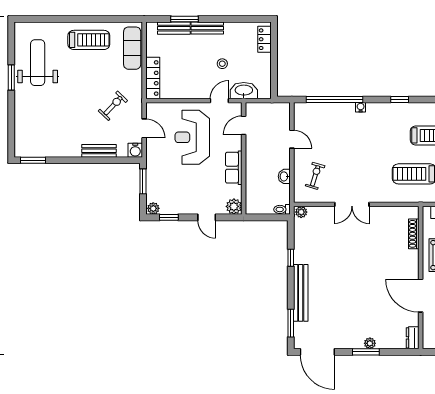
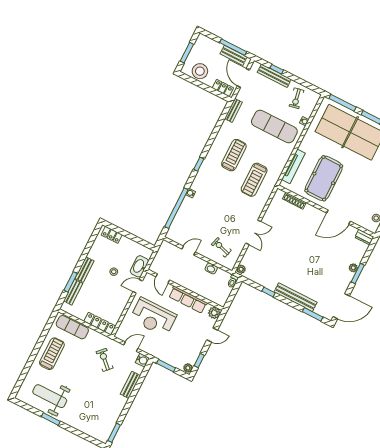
door: (219, 101) -> (138, 286), hinge flipped
row of seats: (234, 168) -> (188, 300), width x1.48

